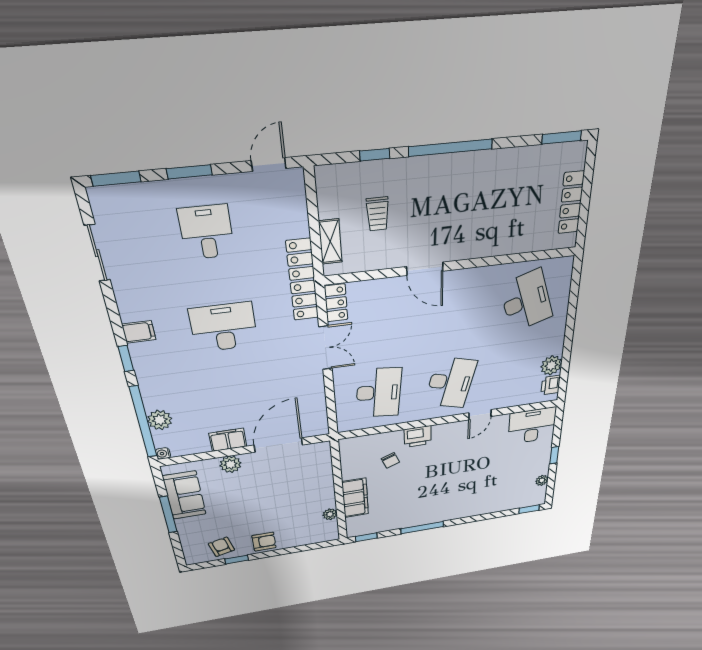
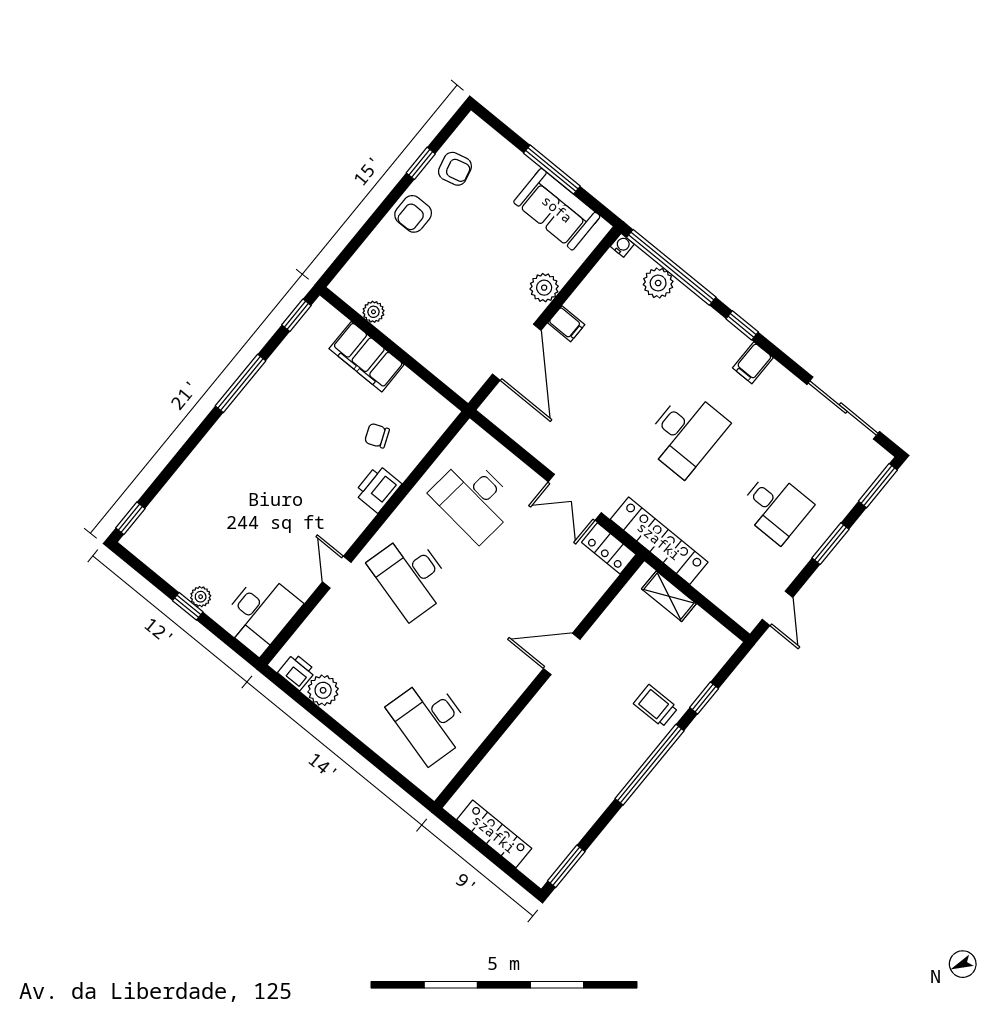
trolley: (378, 214) -> (656, 706), moved
sliding door: (97, 253) -> (843, 408), width x1.37
desk: (526, 301) -> (430, 720), turned 33
filing cabinet: (228, 440) -> (566, 324), width x0.50
plant: (542, 480) -> (201, 597), moved

